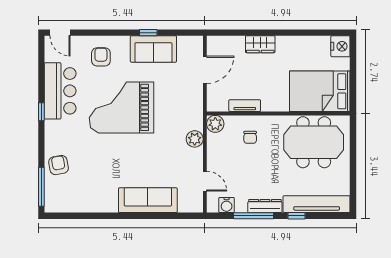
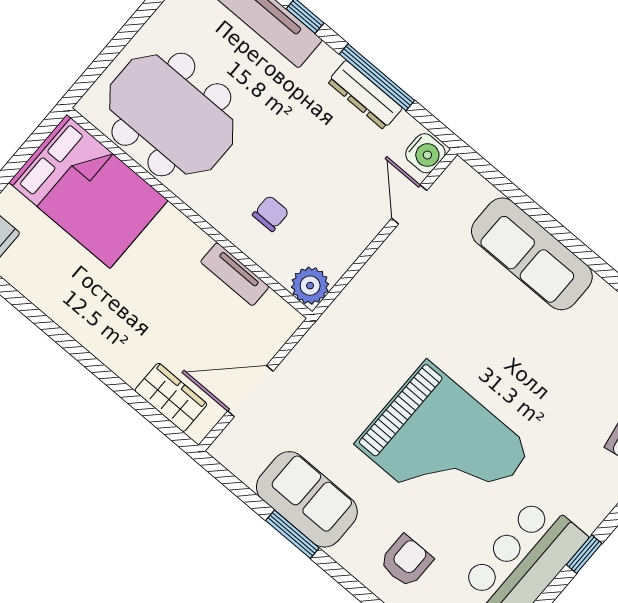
window: (148, 33) -> (292, 534), width x1.50
wardrobe: (260, 44) -> (171, 397), moved
armchair: (101, 57) -> (406, 561), turned 180
plant: (195, 139) -> (366, 290), removed
water cooler: (227, 205) -> (425, 153), moved, turned 90
dresser: (265, 206) -> (365, 95), moved

